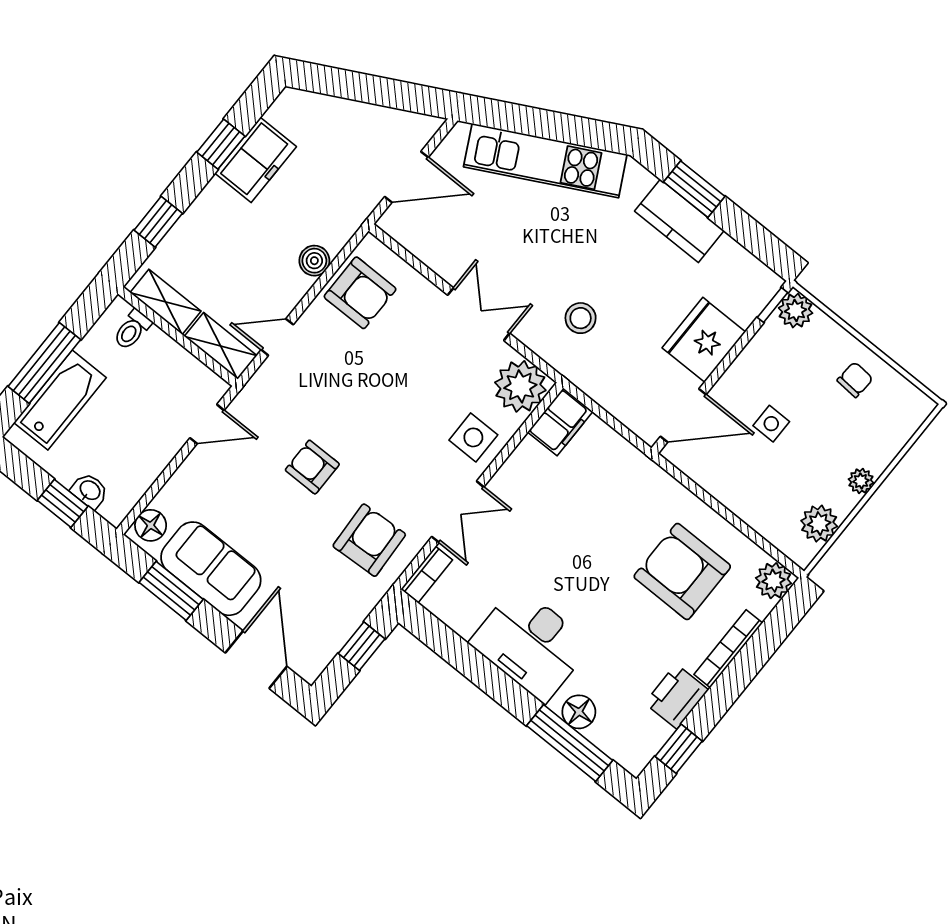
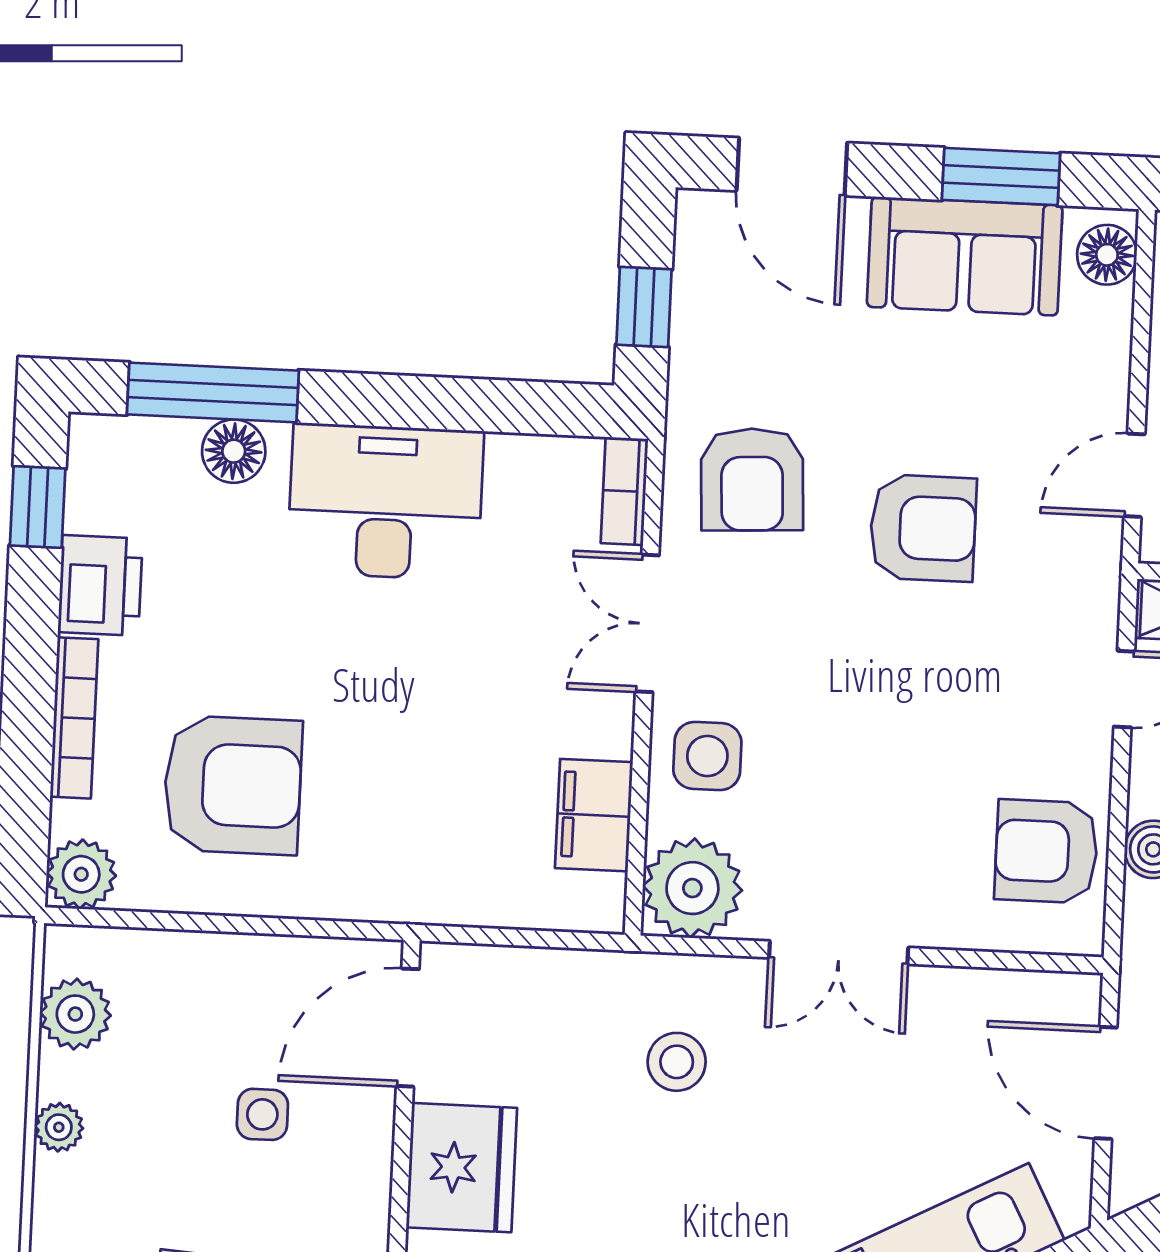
door: (406, 177) -> (1106, 1083), hinge flipped
filing cabinet: (560, 422) -> (594, 815), moved
armchair: (312, 467) -> (923, 528), width x1.38, depth x1.38

